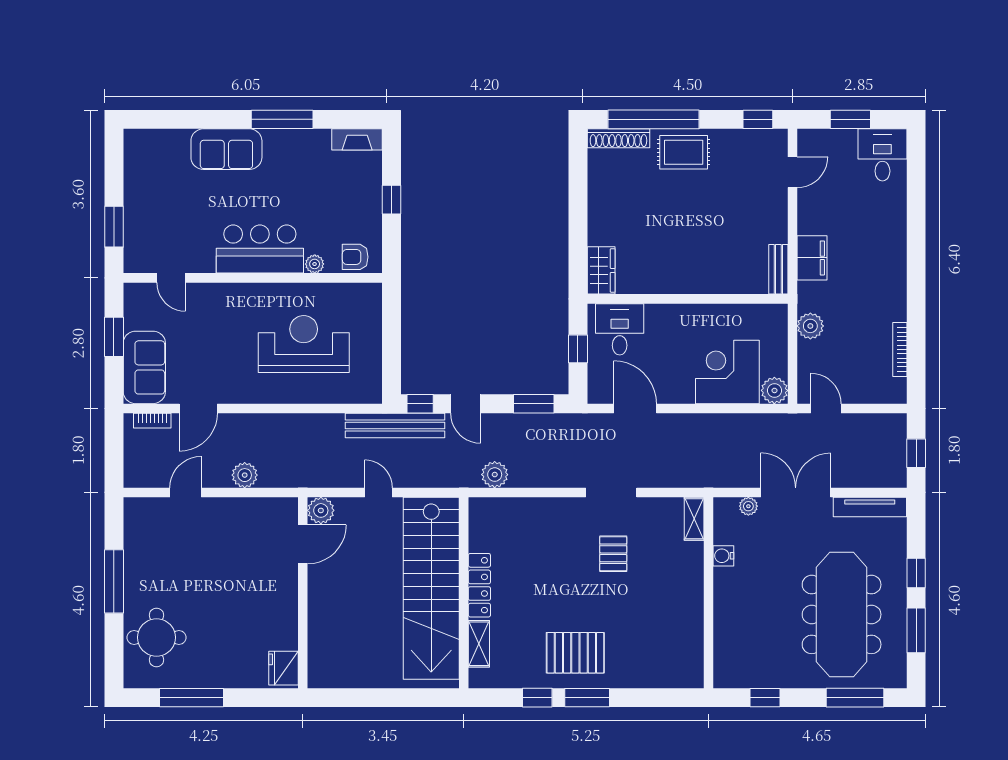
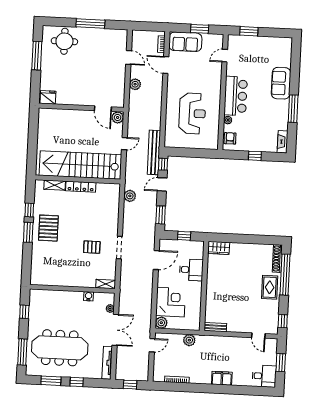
filing cabinet: (812, 258) -> (222, 378), moved, turned 180
desk: (620, 329) -> (191, 270), moved

